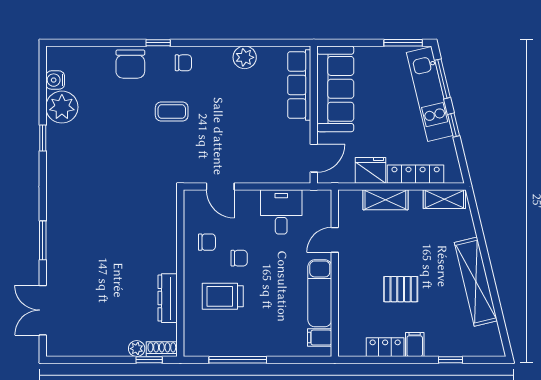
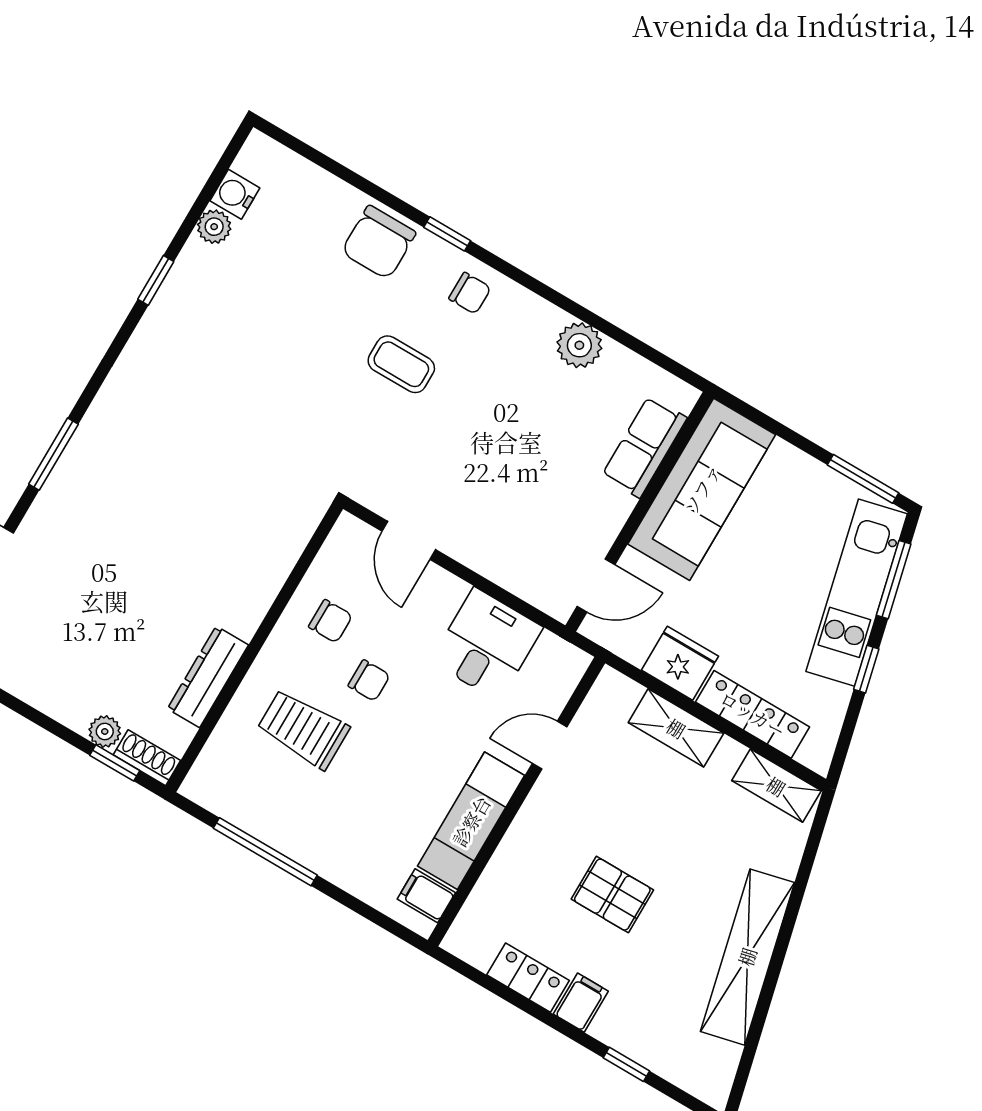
row of seats: (299, 85) -> (644, 447), width x0.68
plant: (62, 107) -> (214, 227), width x0.53, depth x0.53

